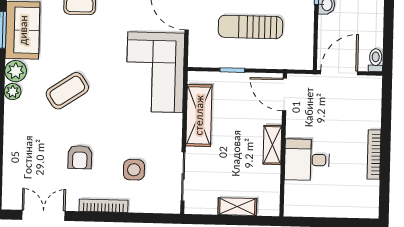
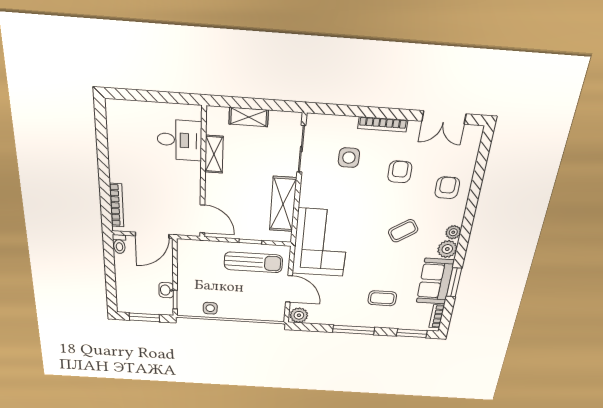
sun lounger: (250, 27) -> (253, 262), moved
coffee table: (67, 91) -> (403, 231), width x0.73, depth x0.77
armchair: (28, 142) -> (447, 188), added
shelving: (272, 145) -> (214, 154), moved
bookcase: (374, 154) -> (117, 205), moved
desk: (307, 160) -> (180, 140), moved

